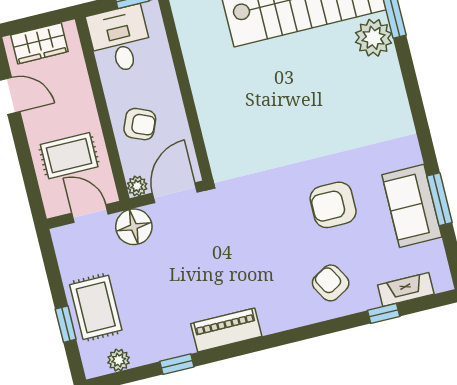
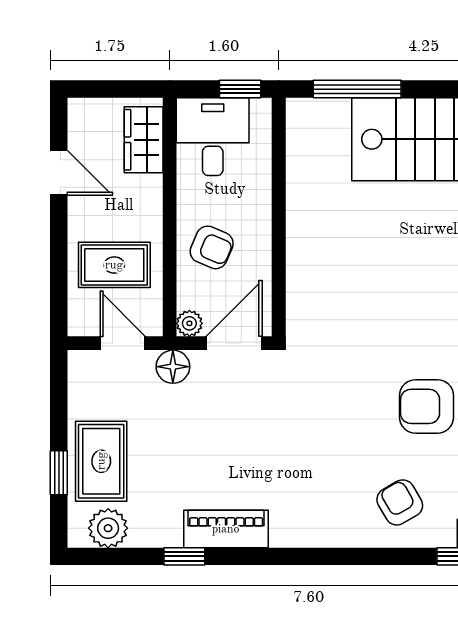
wardrobe: (39, 43) -> (144, 140), moved, turned 90
floor lamp: (134, 227) -> (173, 367), width x0.73, depth x0.73
piano: (226, 330) -> (226, 529), moved
plant: (119, 360) -> (108, 528), width x1.38, depth x1.38

